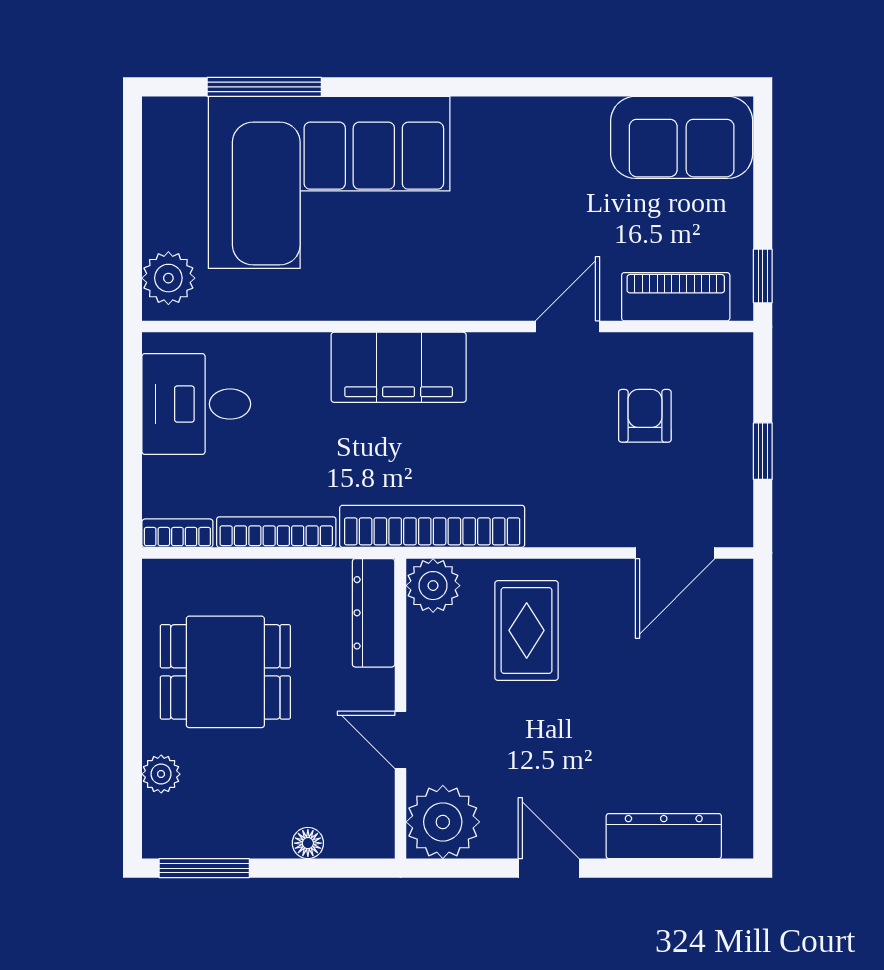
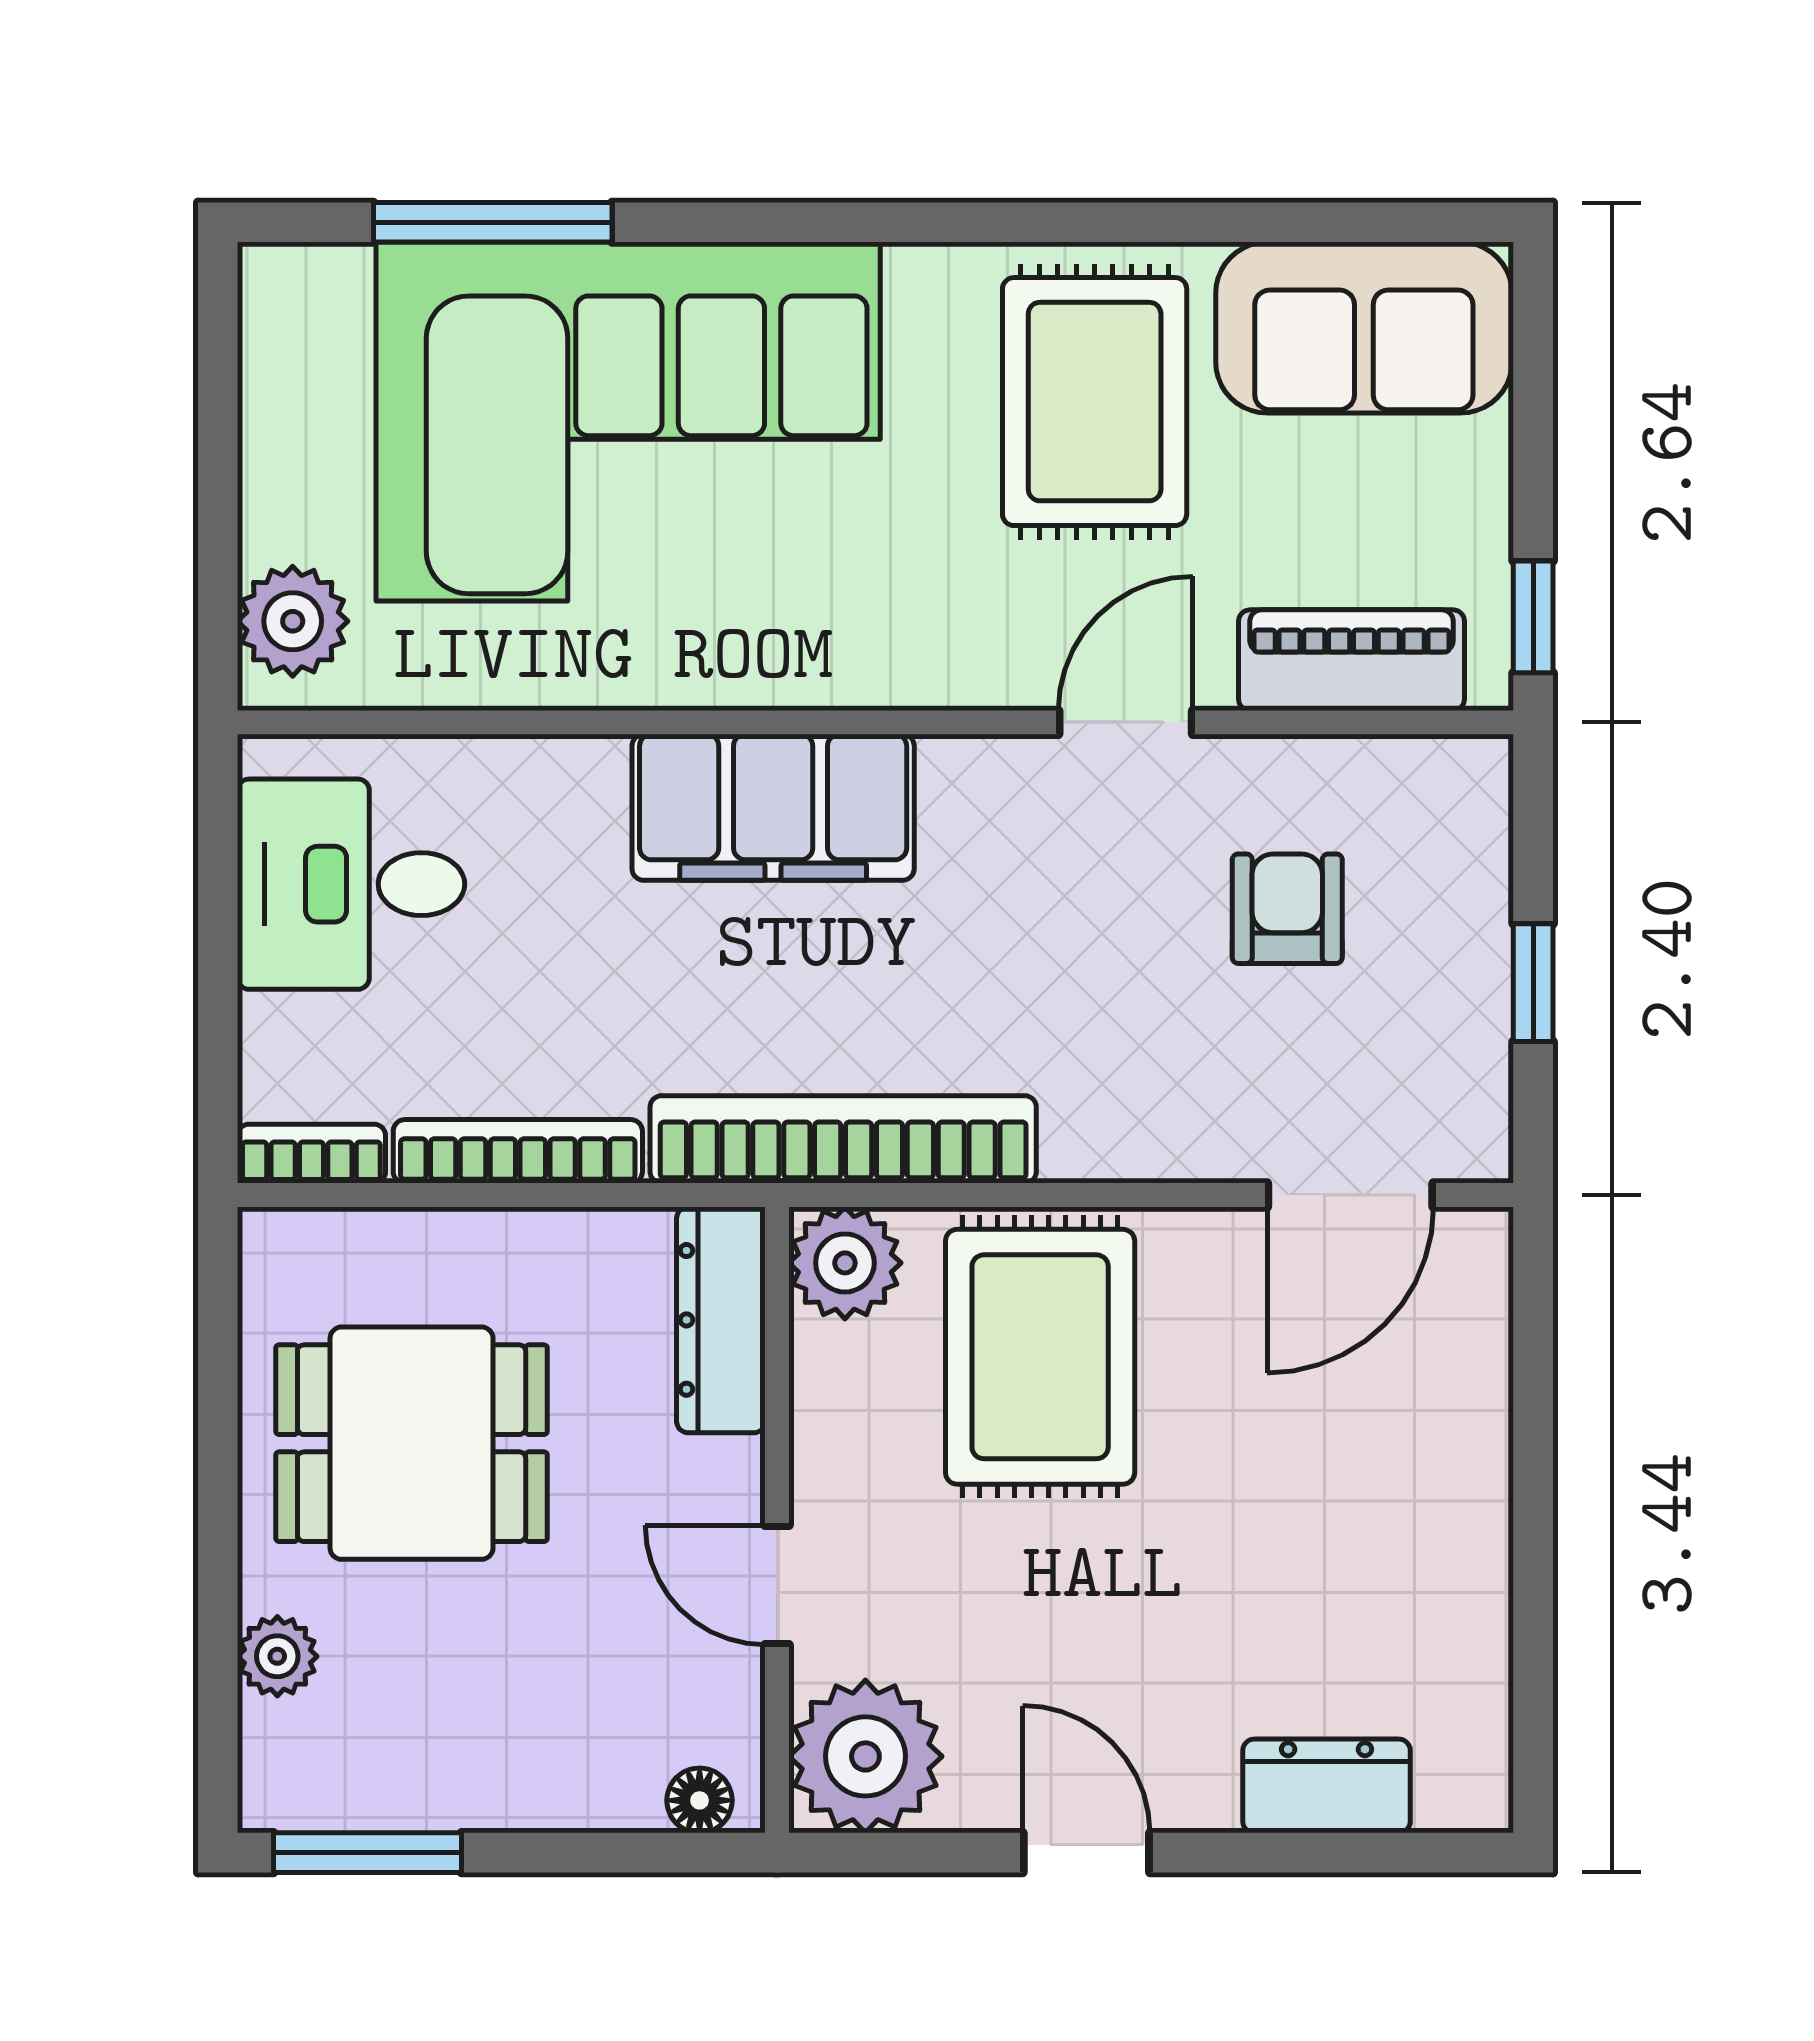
rug: (553, 173) -> (1095, 402), added
rug: (527, 630) -> (1040, 1357), width x1.36, depth x1.43
dresser: (664, 836) -> (1327, 1786), width x0.70
floor lamp: (308, 843) -> (700, 1800), moved

